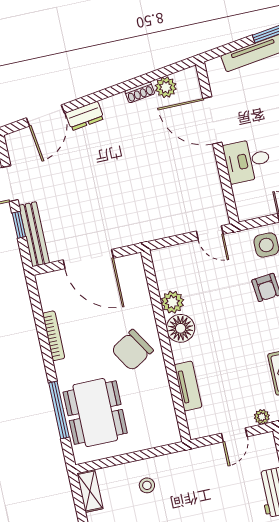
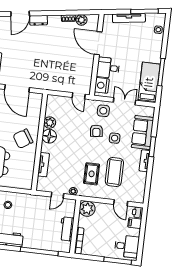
nightstand: (247, 198) -> (102, 85), added

